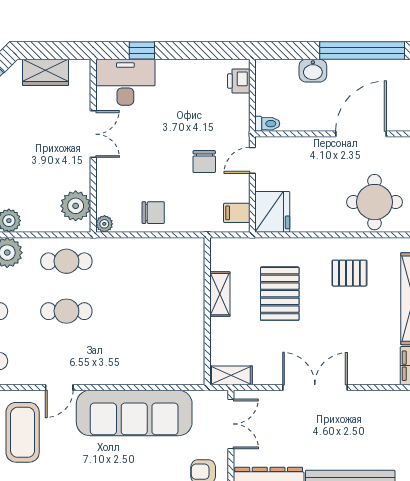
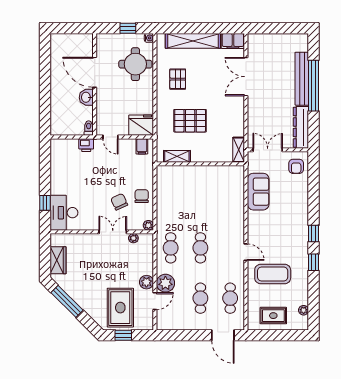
window: (362, 50) -> (45, 72), removed
washbasin: (313, 71) -> (86, 97), moved, turned 180
printer: (239, 81) -> (86, 145), moved
double door: (93, 134) -> (113, 232), moved
chair: (204, 162) -> (119, 202), moved, turned -115
plant: (76, 206) -> (133, 238), width x0.53, depth x0.53
shelving: (220, 294) -> (177, 156), moved
double door: (315, 387) -> (246, 77), moved
sofa: (134, 413) -> (258, 192), width x0.54, depth x0.79

